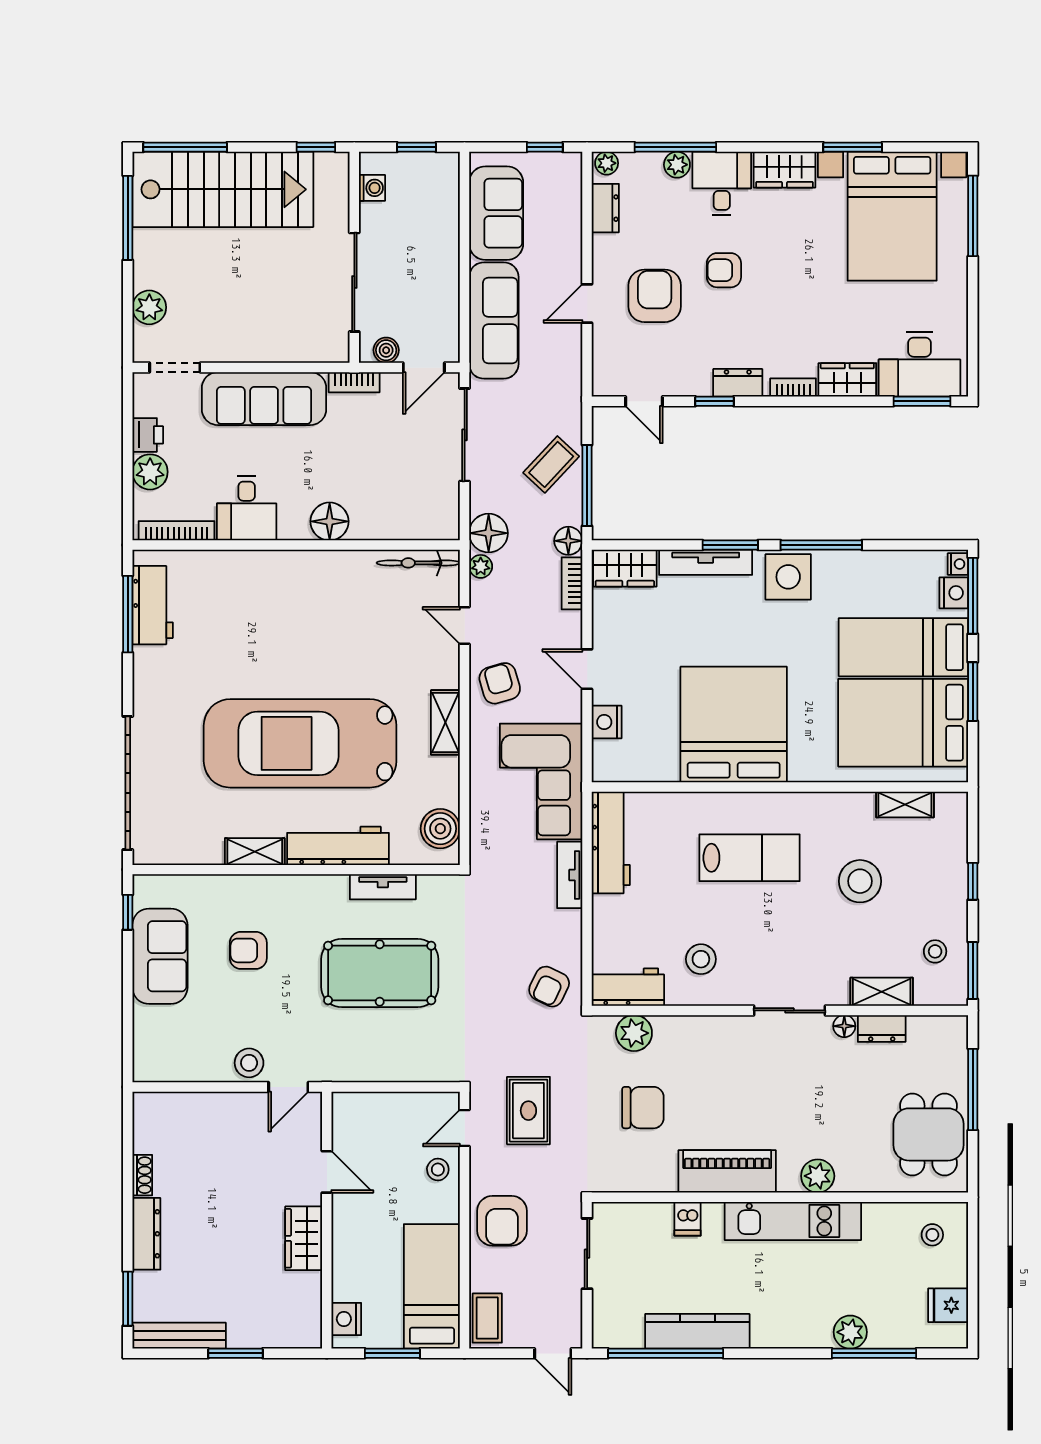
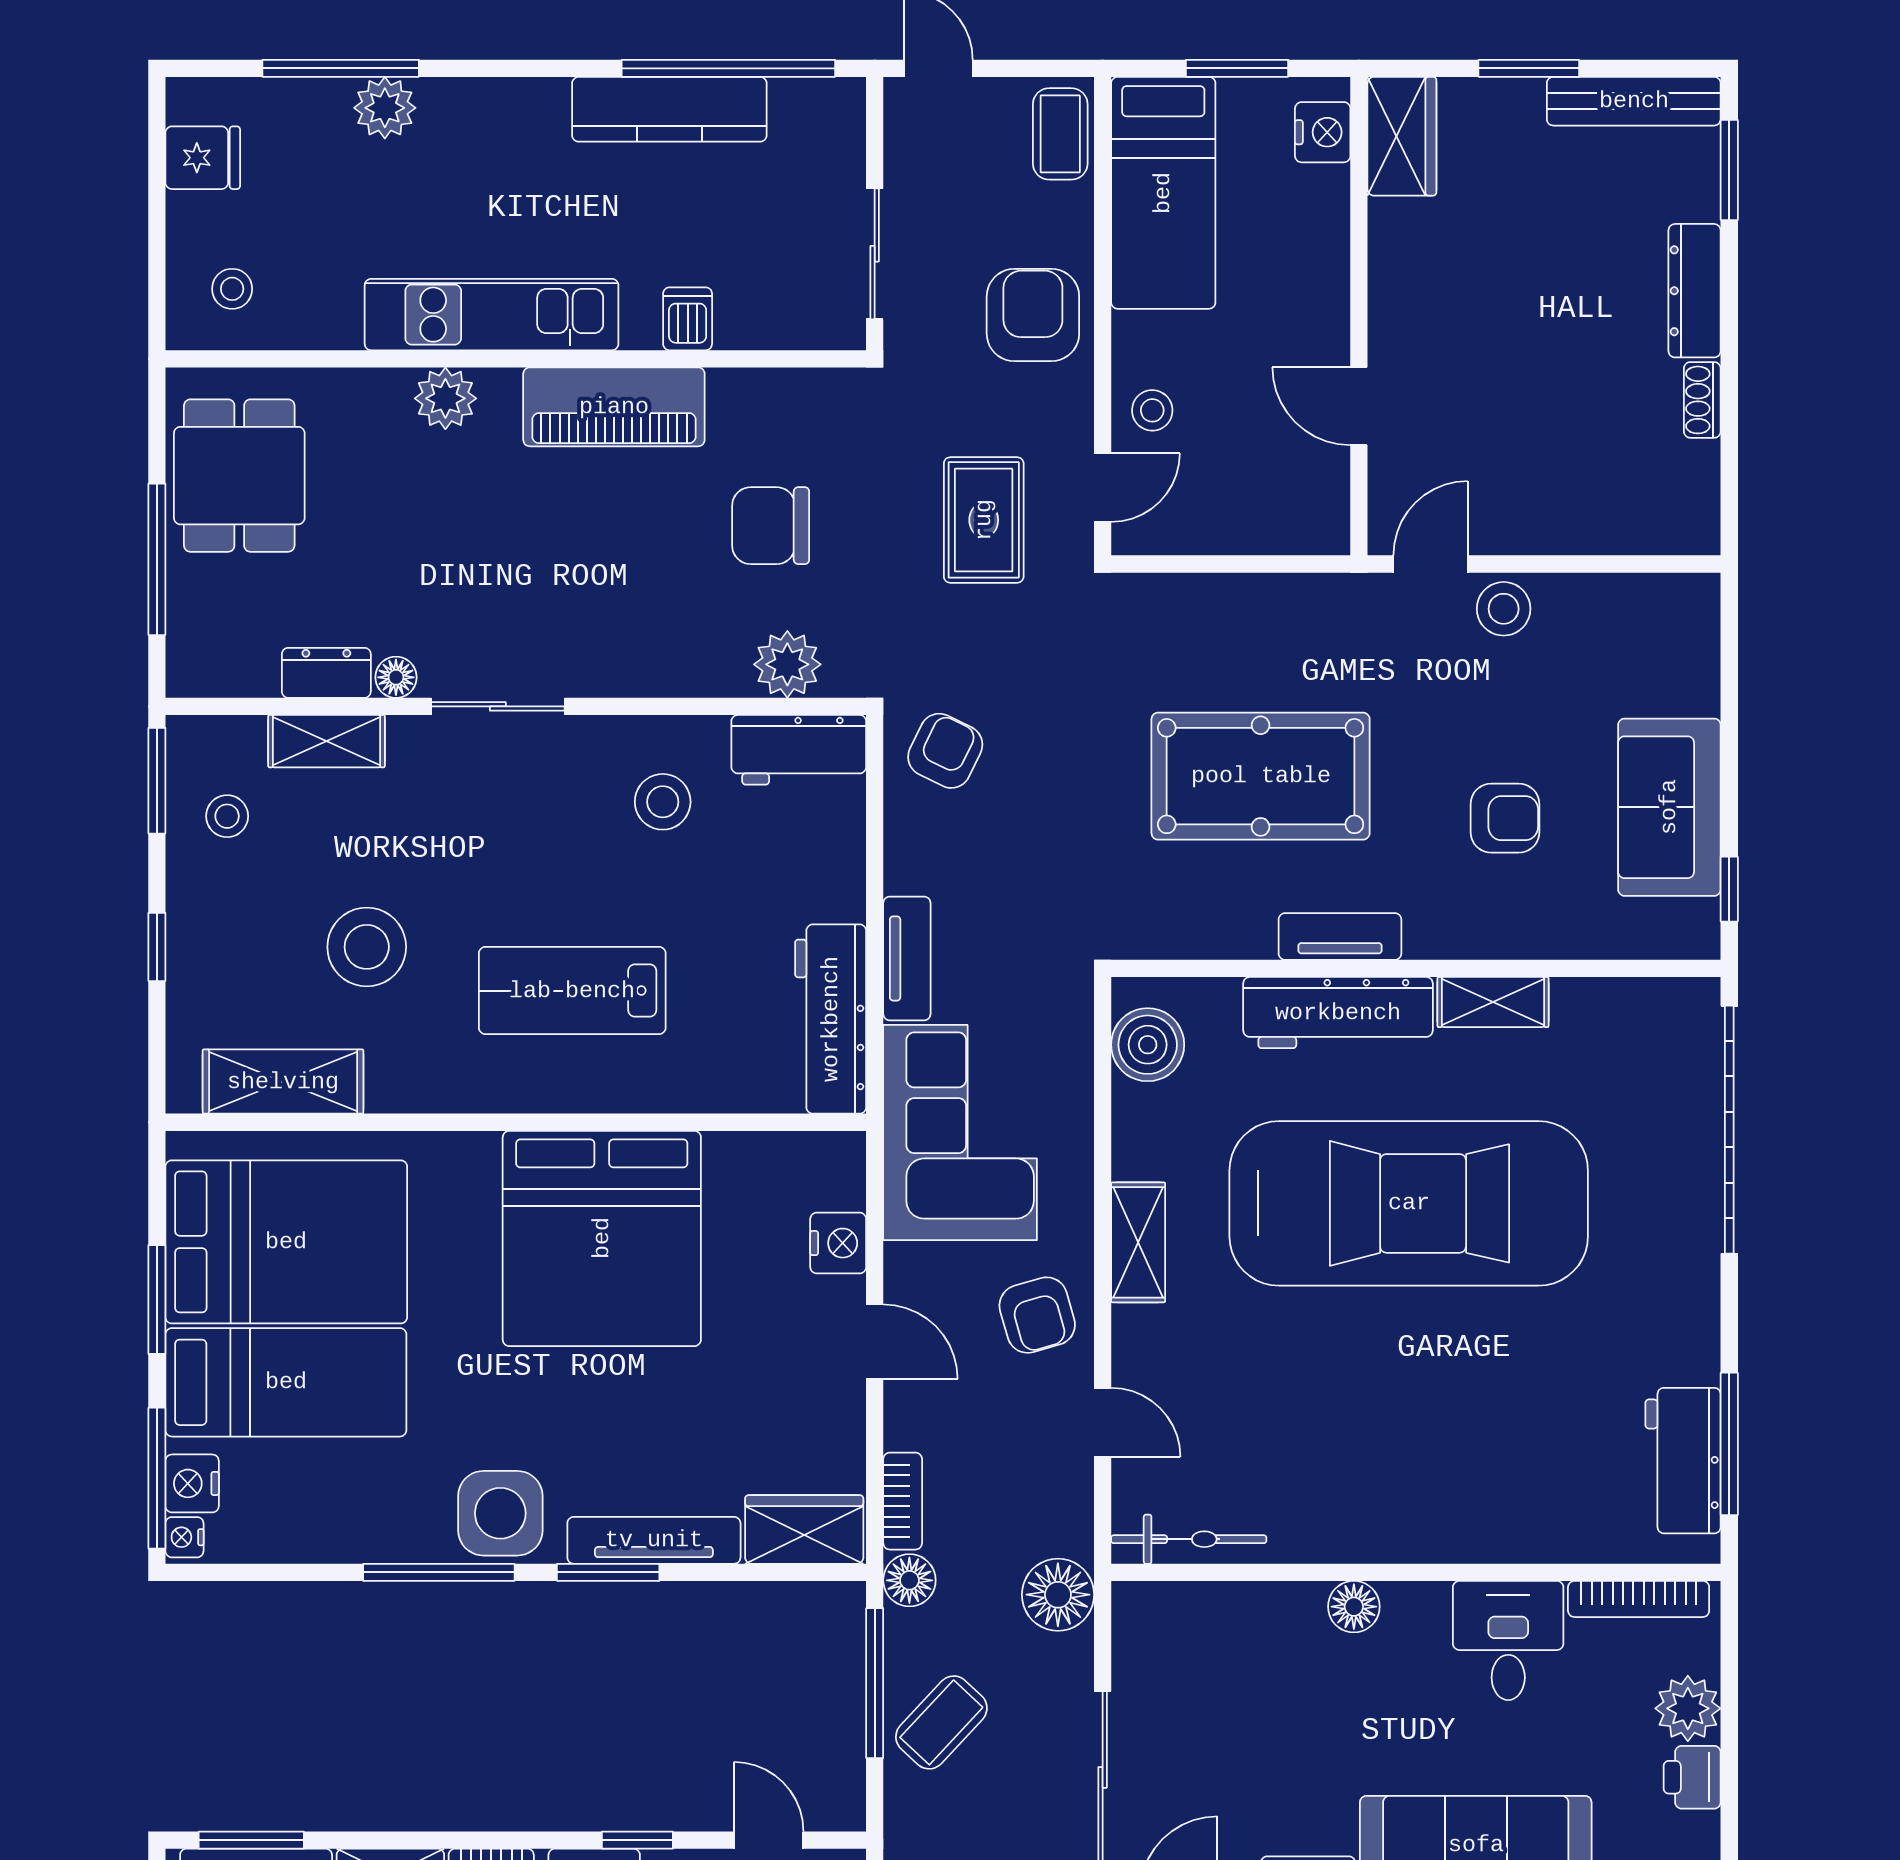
floor lamp: (330, 521) -> (1354, 1607), width x0.73, depth x0.73
plant: (481, 566) -> (1073, 1533), removed
shelving: (905, 805) -> (283, 1082), width x1.50, depth x1.33
tv unit: (383, 887) -> (1340, 936), moved
wardrobe: (304, 1238) -> (1402, 136), moved

